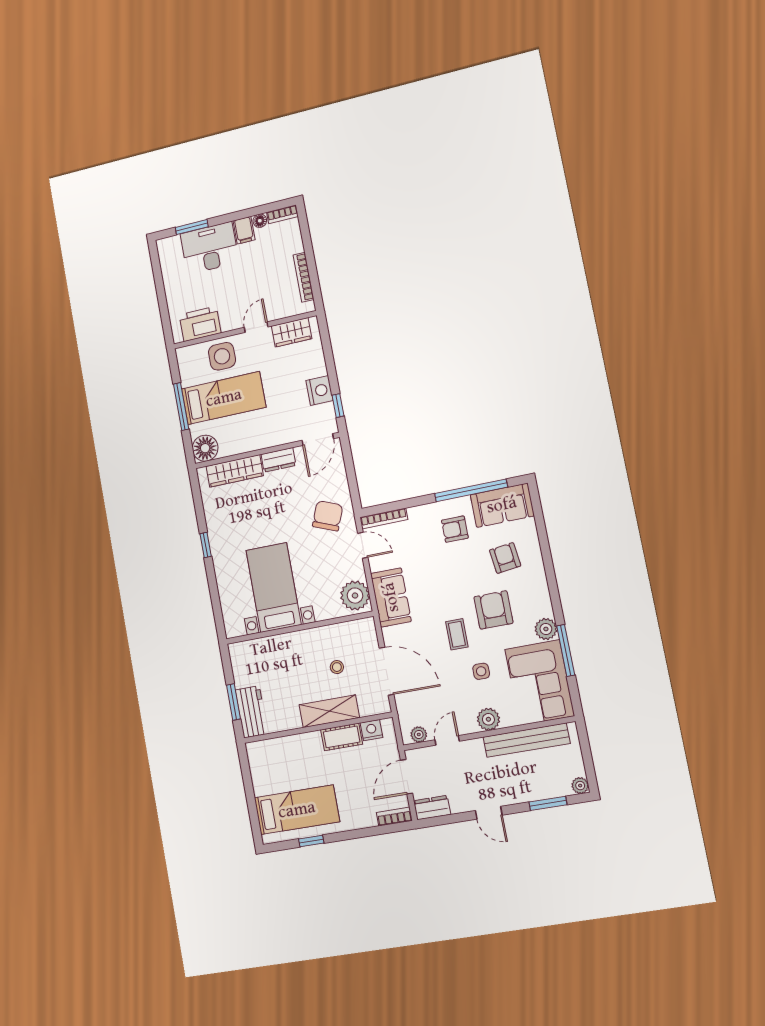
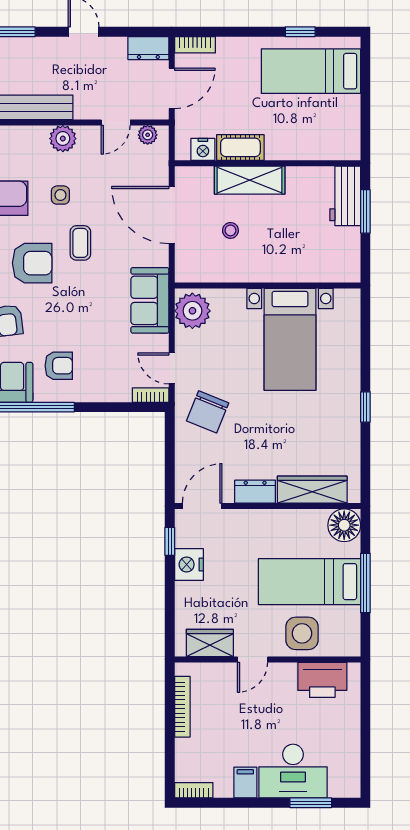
floor lamp: (260, 221) -> (223, 789), removed
bookcase: (384, 518) -> (151, 395), width x0.64
armchair: (493, 610) -> (32, 263), turned -90

